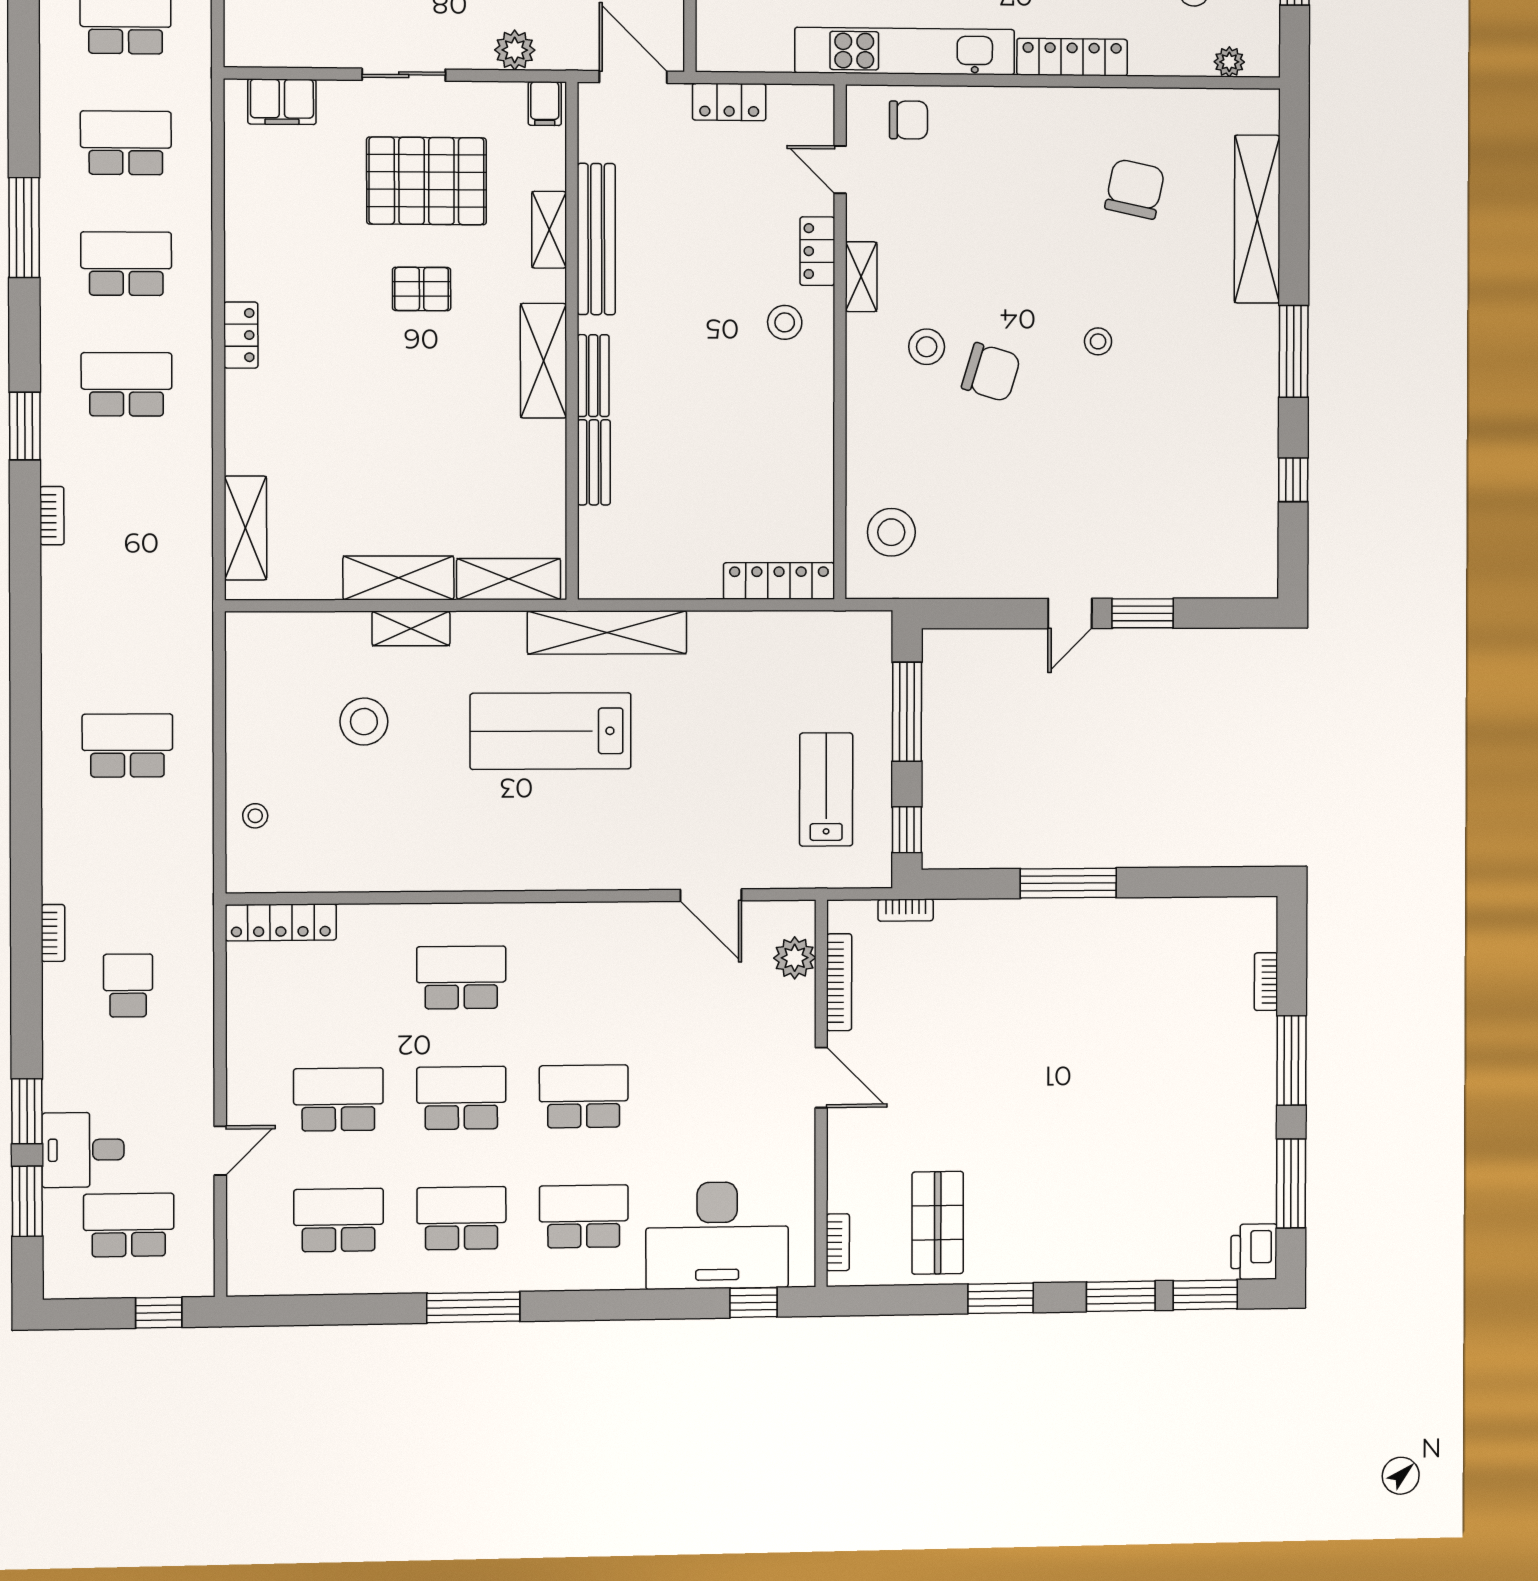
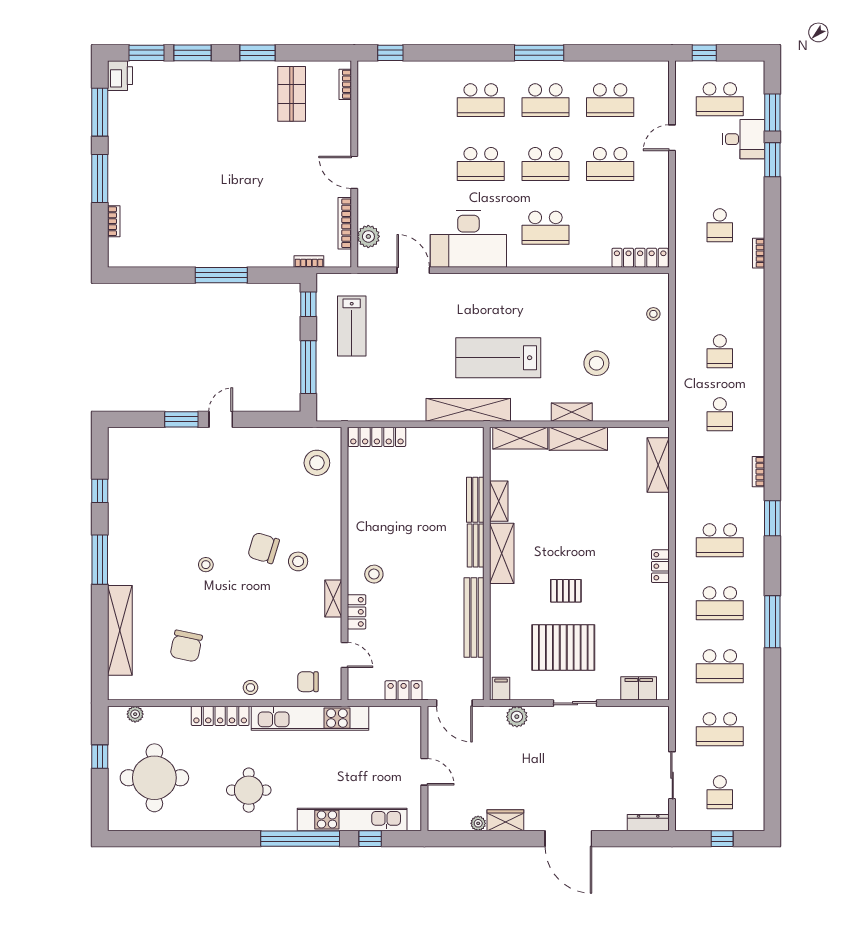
stool: (1016, 110) -> (250, 688), added
shelving: (549, 230) -> (499, 501), moved
school desk: (127, 625) -> (720, 414), added
lab bench: (551, 731) -> (498, 358), turned 180
school desk: (127, 745) -> (720, 351), width x0.54
desk: (717, 1235) -> (468, 239), moved, turned 180

